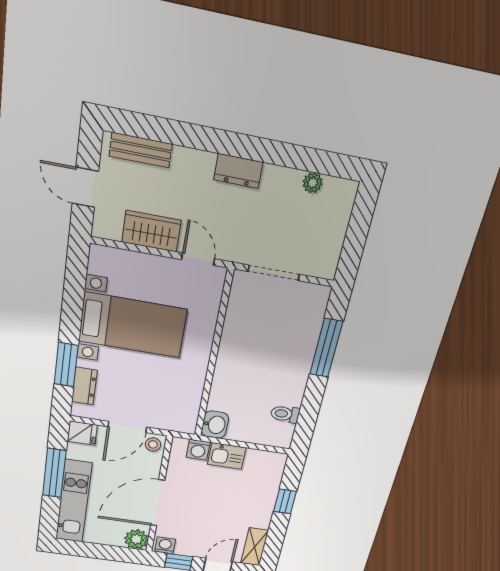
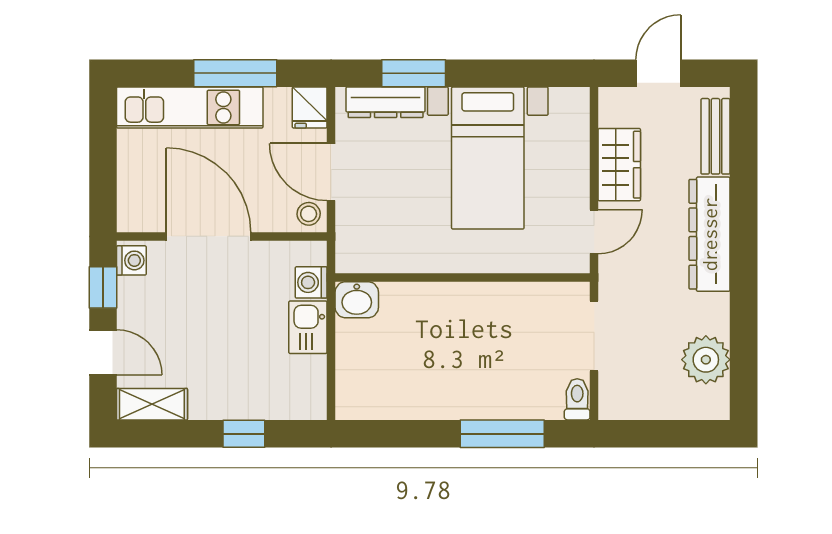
dresser: (238, 171) -> (710, 234), width x1.96, depth x1.24
plant: (313, 183) -> (706, 360), width x1.87, depth x1.87
dresser: (84, 386) -> (386, 102), width x1.44
toilet: (285, 414) -> (577, 399), moved
plant: (136, 539) -> (136, 213), removed

